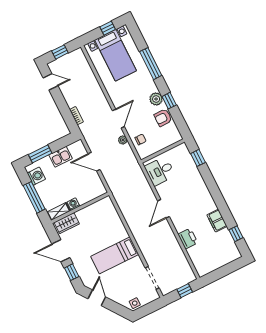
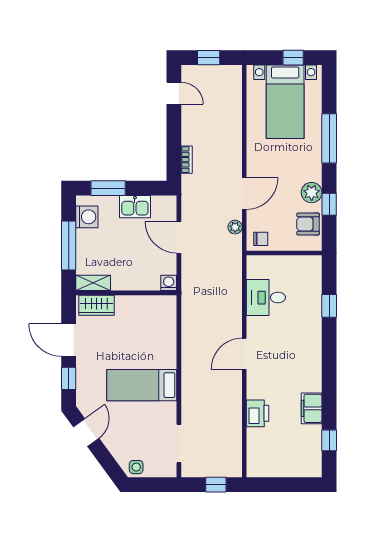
wall: (163, 151) -> (284, 253), moved
washing machine: (73, 204) -> (169, 283), moved

